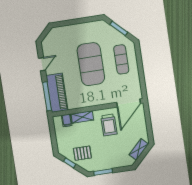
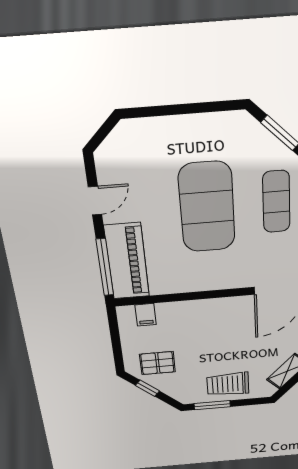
shelving: (82, 117) -> (179, 310), removed
trolley: (109, 125) -> (228, 384), moved, turned 90
pallet: (82, 153) -> (157, 363), moved

